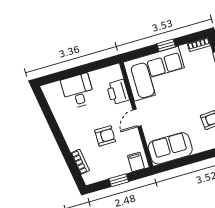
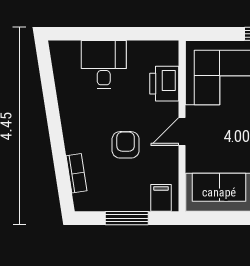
armchair: (105, 136) -> (126, 145), turned -90
window: (119, 180) -> (127, 218), width x1.50

